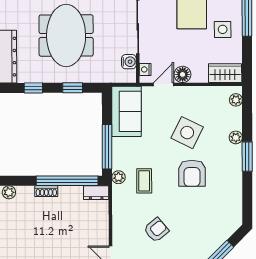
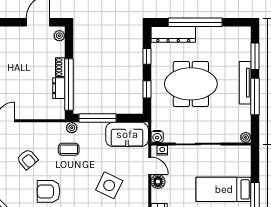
water cooler: (129, 62) -> (157, 137), moved
armchair: (192, 173) -> (49, 191), moved
dresser: (96, 193) -> (59, 88), moved

